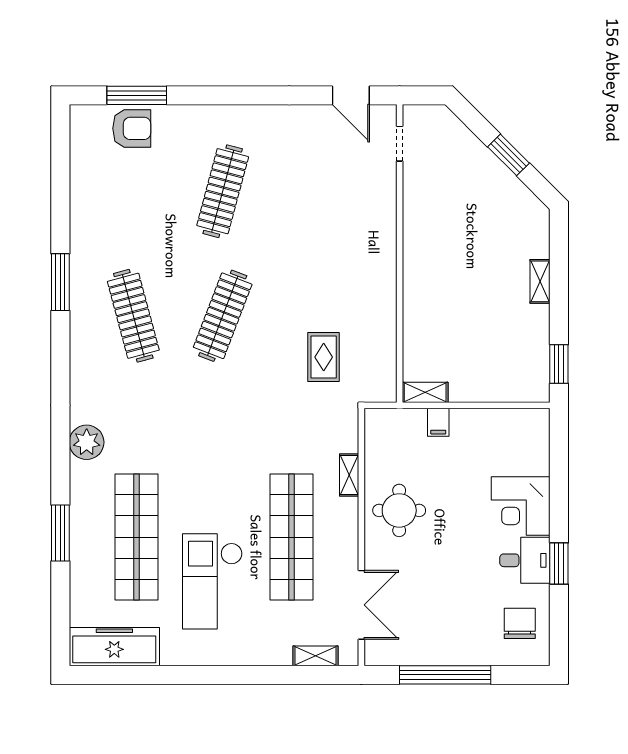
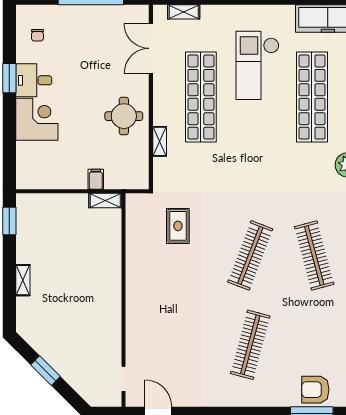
checkout: (212, 581) -> (258, 65), turned 180
chair: (520, 623) -> (37, 35), width x0.54, depth x0.54

